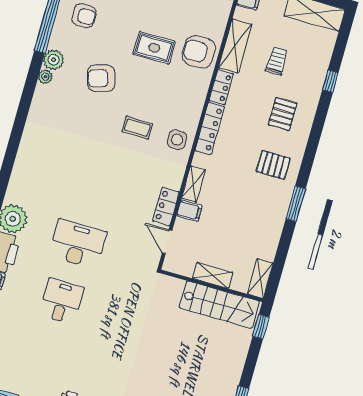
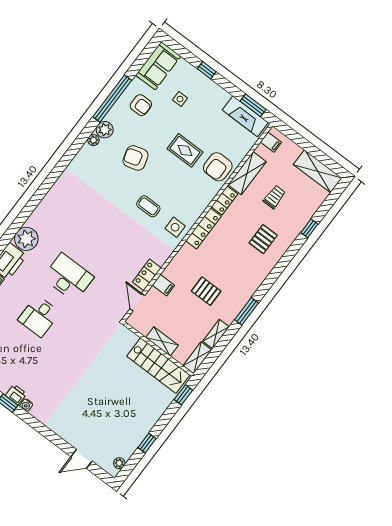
armchair: (199, 52) -> (218, 167), turned -90
pallet: (273, 165) -> (206, 291), moved
shelving: (193, 184) -> (216, 334), moved
desk: (62, 301) -> (39, 316), turned 180

